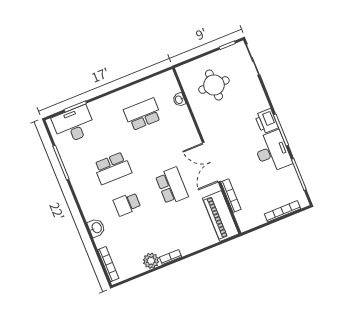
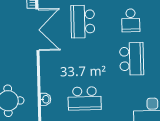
school desk: (112, 168) -> (132, 59), turned 90
school desk: (127, 204) -> (131, 20), turned 90

